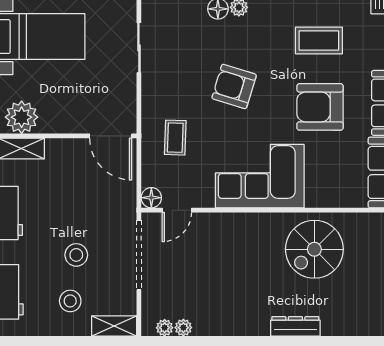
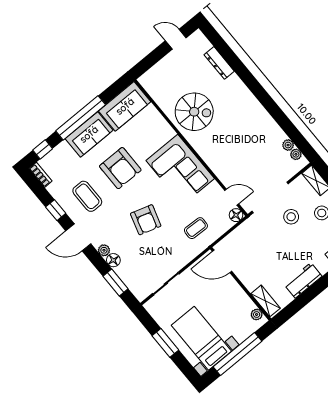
plant: (22, 117) -> (257, 315), width x0.53, depth x0.53
door: (111, 136) -> (222, 261), swing flipped
stool: (76, 255) -> (291, 217), moved
dresser: (295, 326) -> (219, 63), moved

